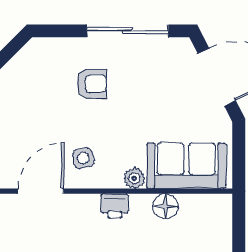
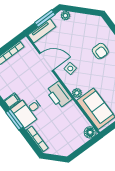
printer: (115, 206) -> (59, 95), width x1.87, depth x1.48
floor lamp: (165, 206) -> (90, 132), moved

